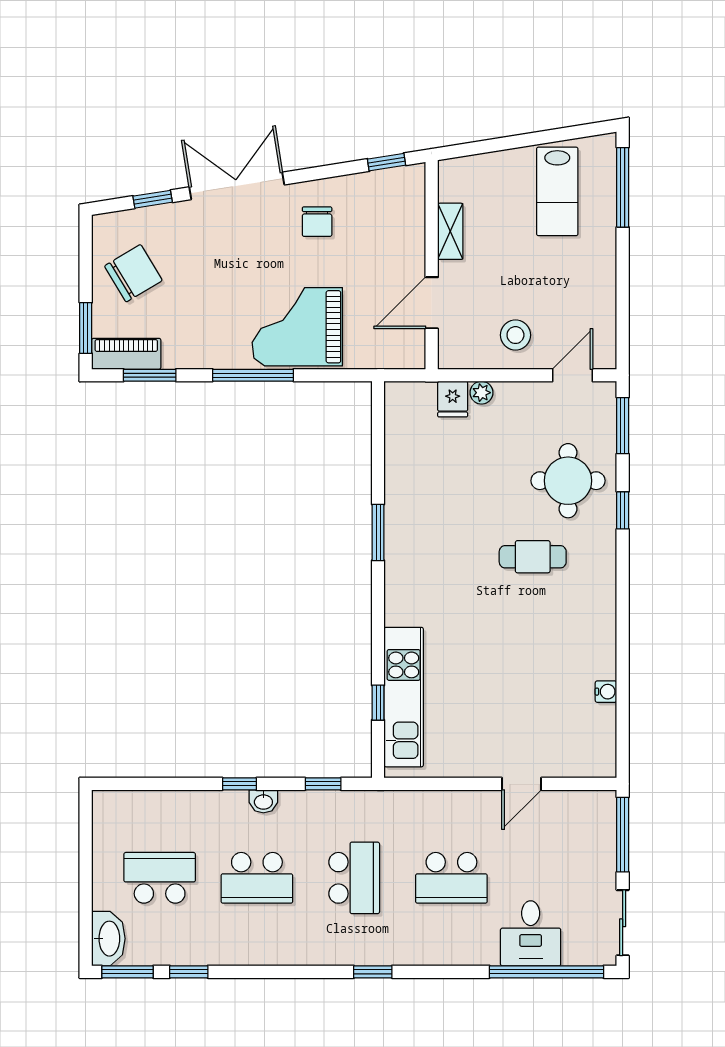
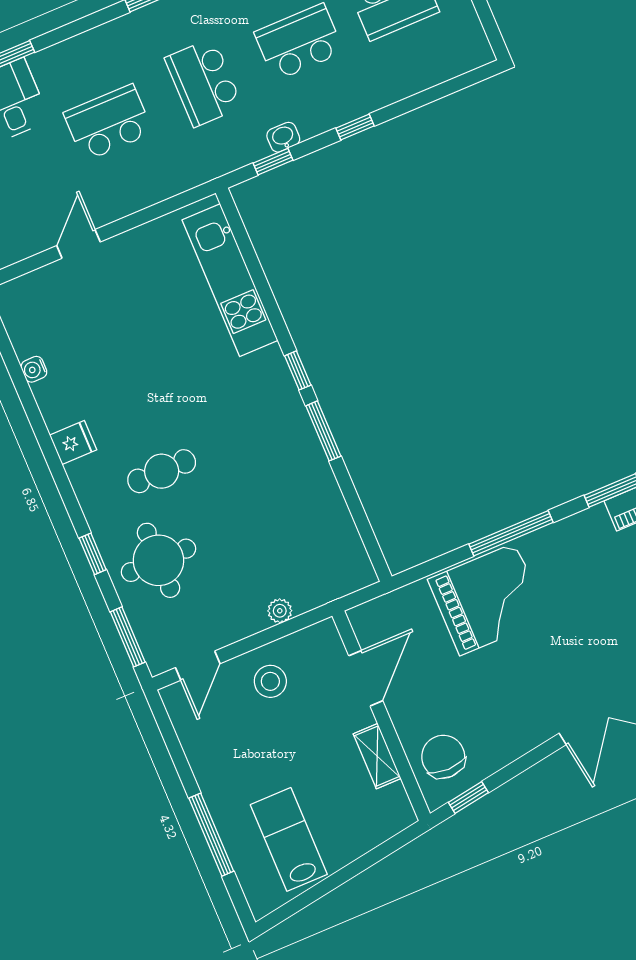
window: (623, 187) -> (211, 835), moved
chair: (317, 222) -> (443, 757), moved, width x1.37, depth x1.37
fridge: (453, 399) -> (73, 442), moved, turned 90
window: (378, 703) -> (298, 370), moved
washbasin: (263, 801) -> (283, 137), moved

